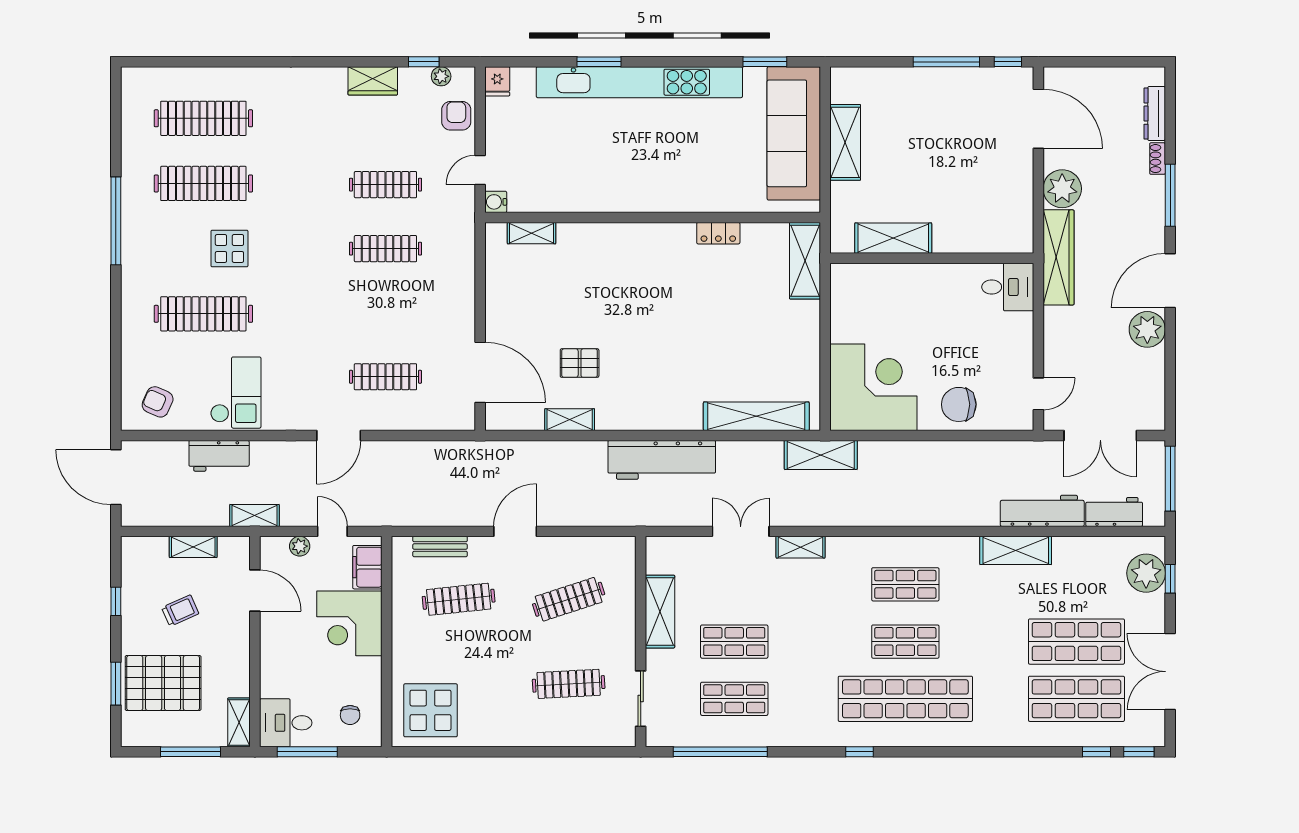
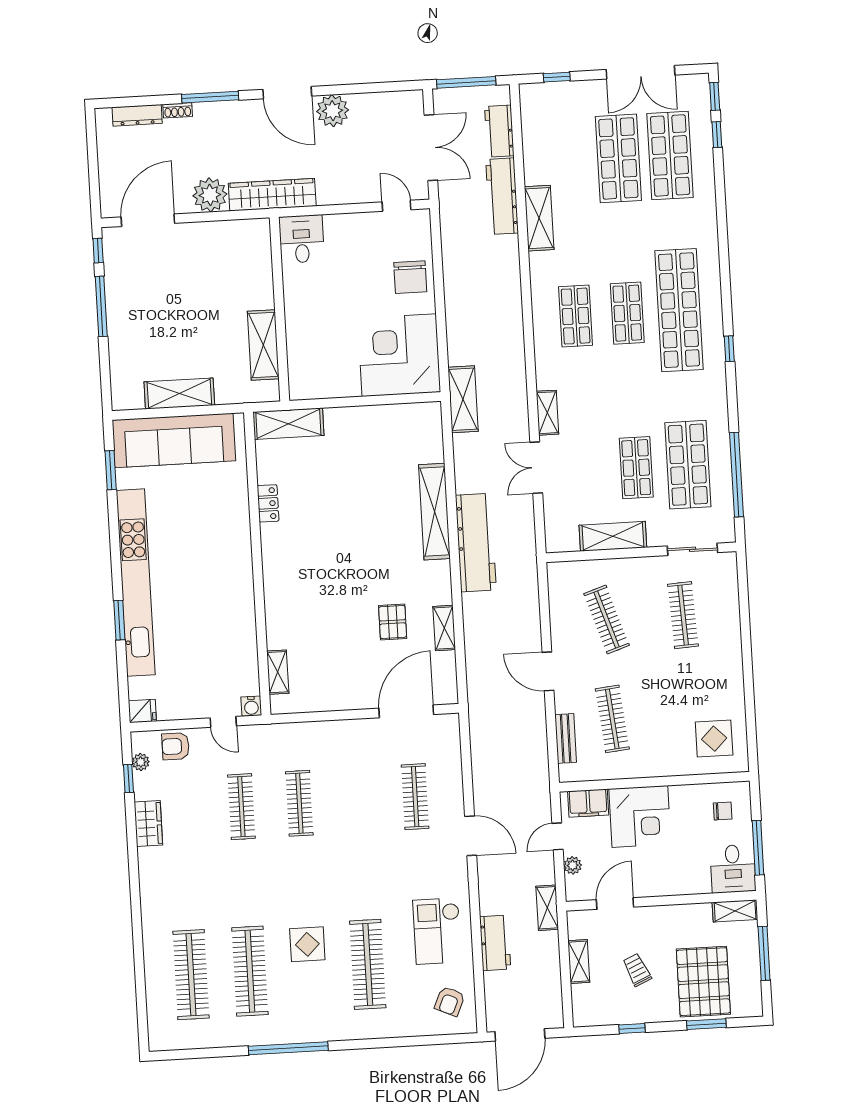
checkout: (236, 393) -> (437, 931), turned -90
shelving: (756, 416) -> (435, 512), moved
plant: (1146, 573) -> (553, 99), removed
shop shelf: (734, 699) -> (688, 465), width x1.43, depth x1.36
display table: (431, 710) -> (714, 739), width x0.73, depth x0.73

